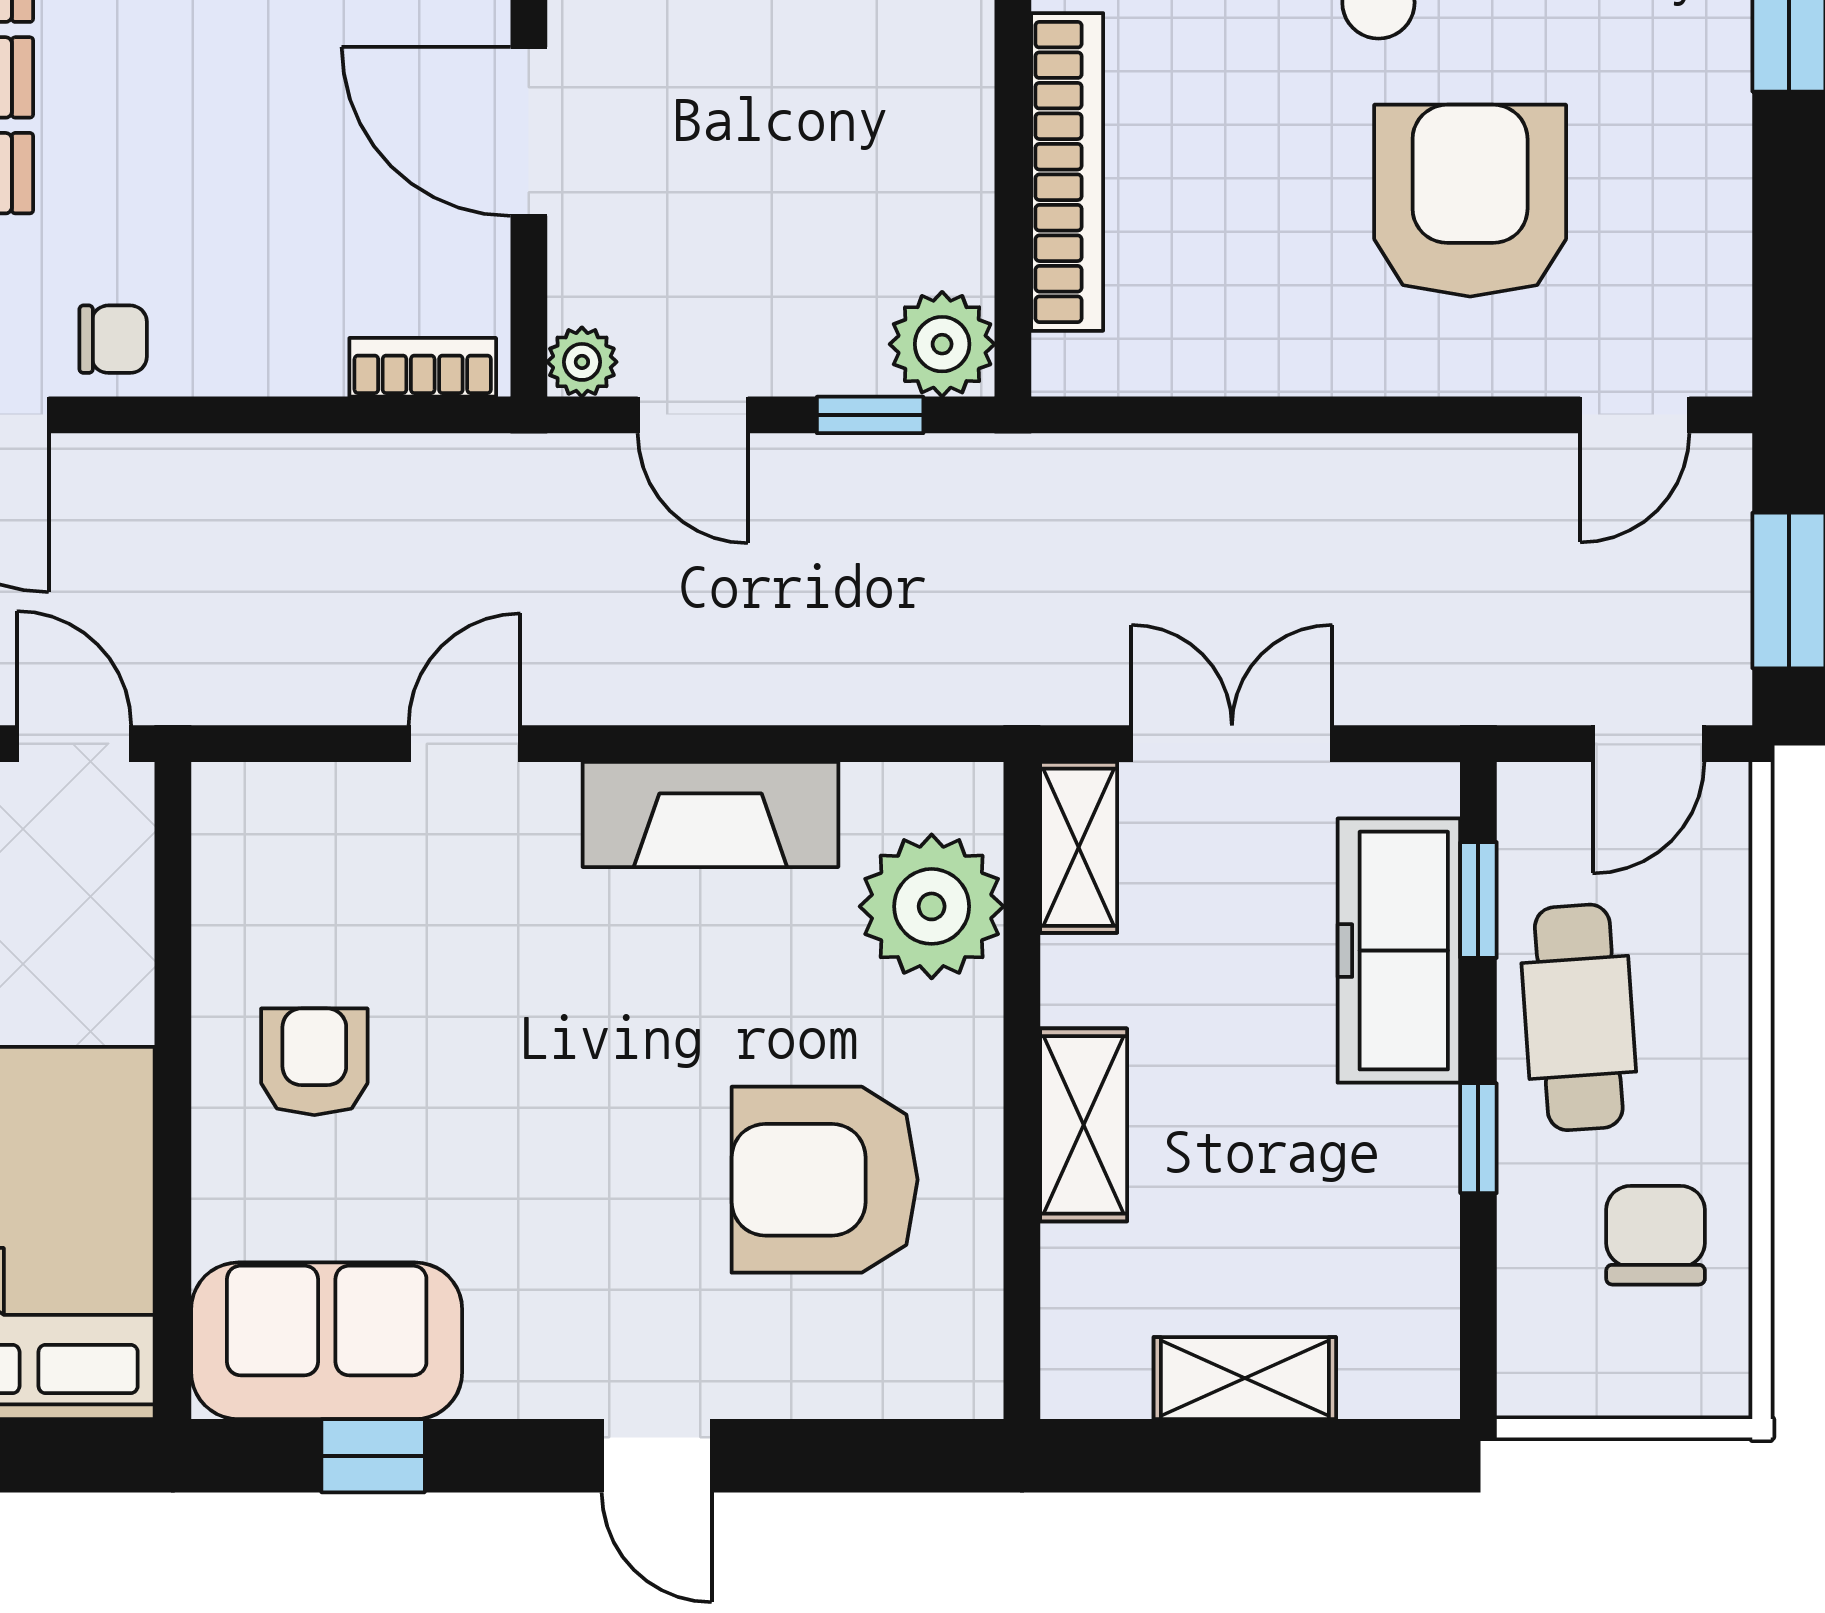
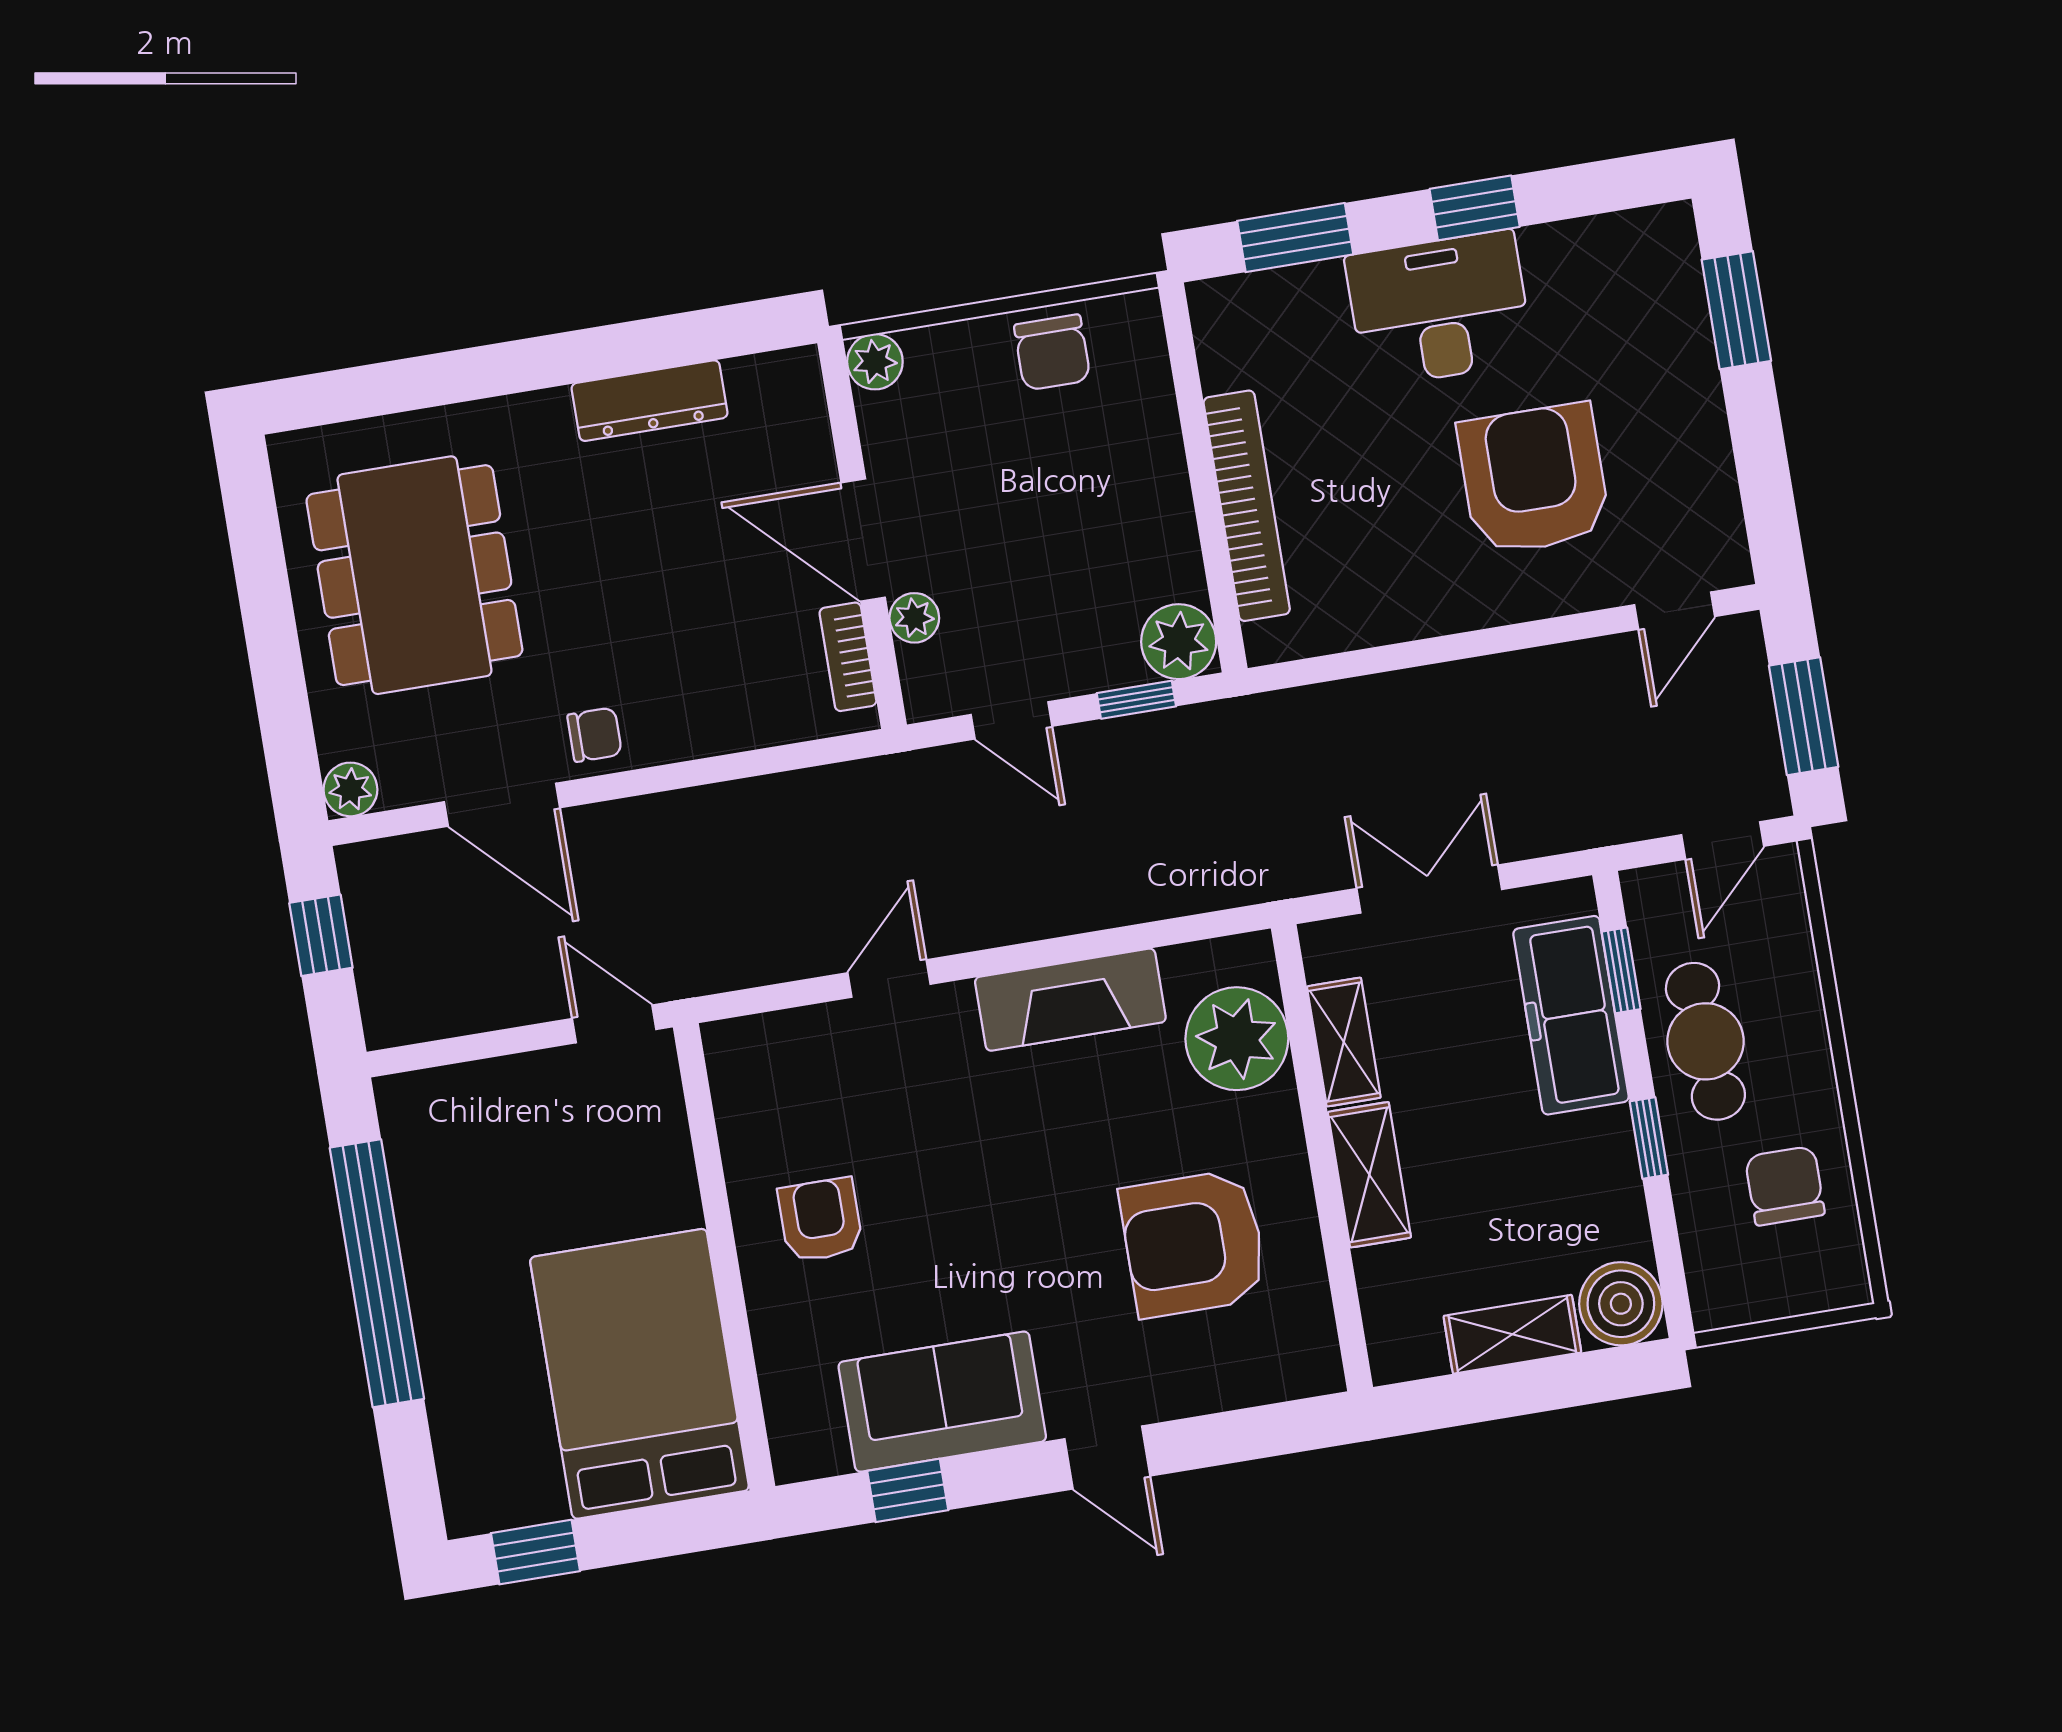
plant: (582, 362) -> (914, 618), moved
bookcase: (423, 367) -> (848, 657), moved, turned -90
shelving: (1079, 847) -> (1344, 1042), moved
sofa: (327, 1341) -> (942, 1402), moved
boiler: (1402, 1361) -> (1621, 1304), added

